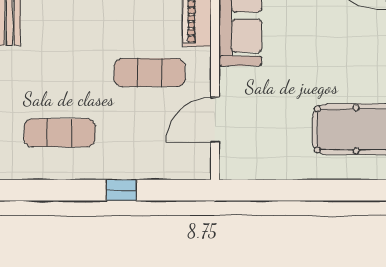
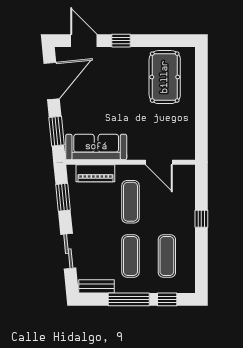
exercise mat: (60, 73) -> (131, 256), added

